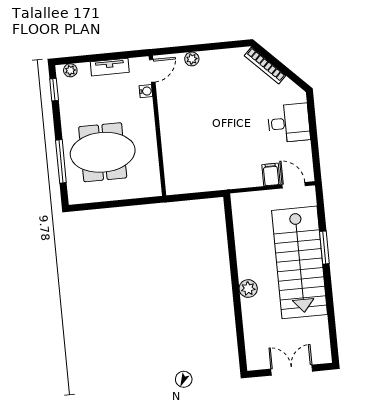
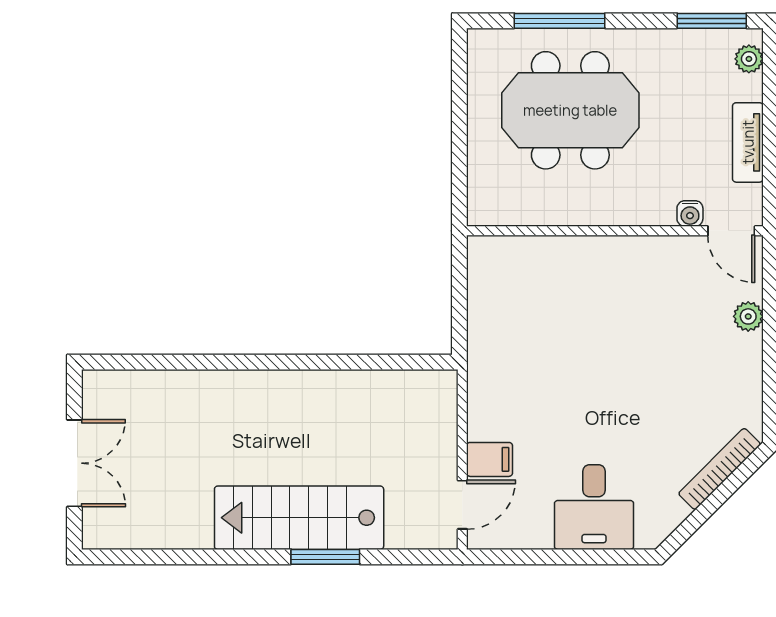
window: (54, 90) -> (712, 21), width x1.50
meeting table: (103, 152) -> (570, 110), turned 90
stairs: (300, 262) -> (299, 518), width x0.73, depth x0.66
plant: (248, 289) -> (255, 388), removed

